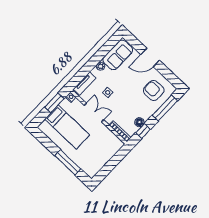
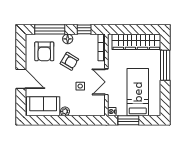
tv unit: (85, 84) -> (90, 111), removed
armchair: (131, 101) -> (69, 61), added
floor lamp: (139, 122) -> (68, 39), moved
wardrobe: (102, 158) -> (136, 42), added

